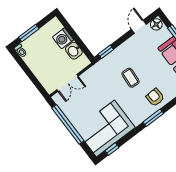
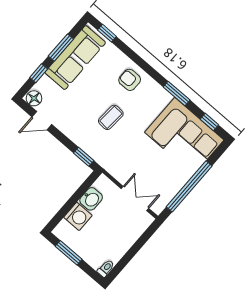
window: (29, 33) -> (69, 253), moved
armchair: (155, 97) -> (130, 80), turned 93
window: (153, 118) -> (177, 94), moved

